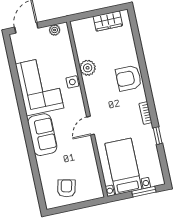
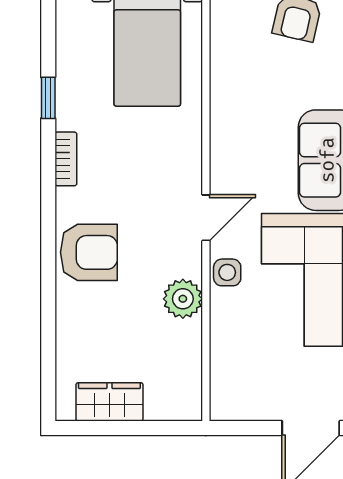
plant: (55, 30) -> (243, 408), removed
door: (91, 126) -> (206, 218), moved

